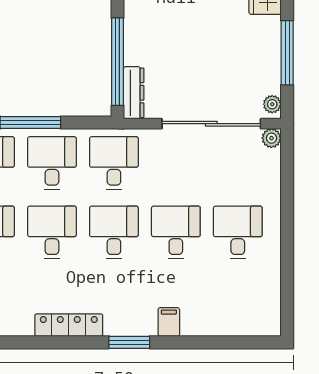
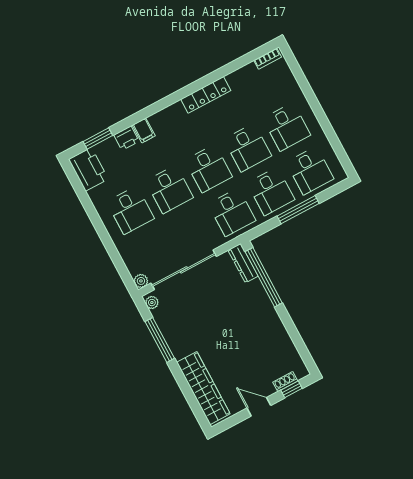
printer: (263, 311) -> (88, 169), added
printer: (195, 324) -> (127, 138), added
window: (129, 342) -> (98, 139), moved

